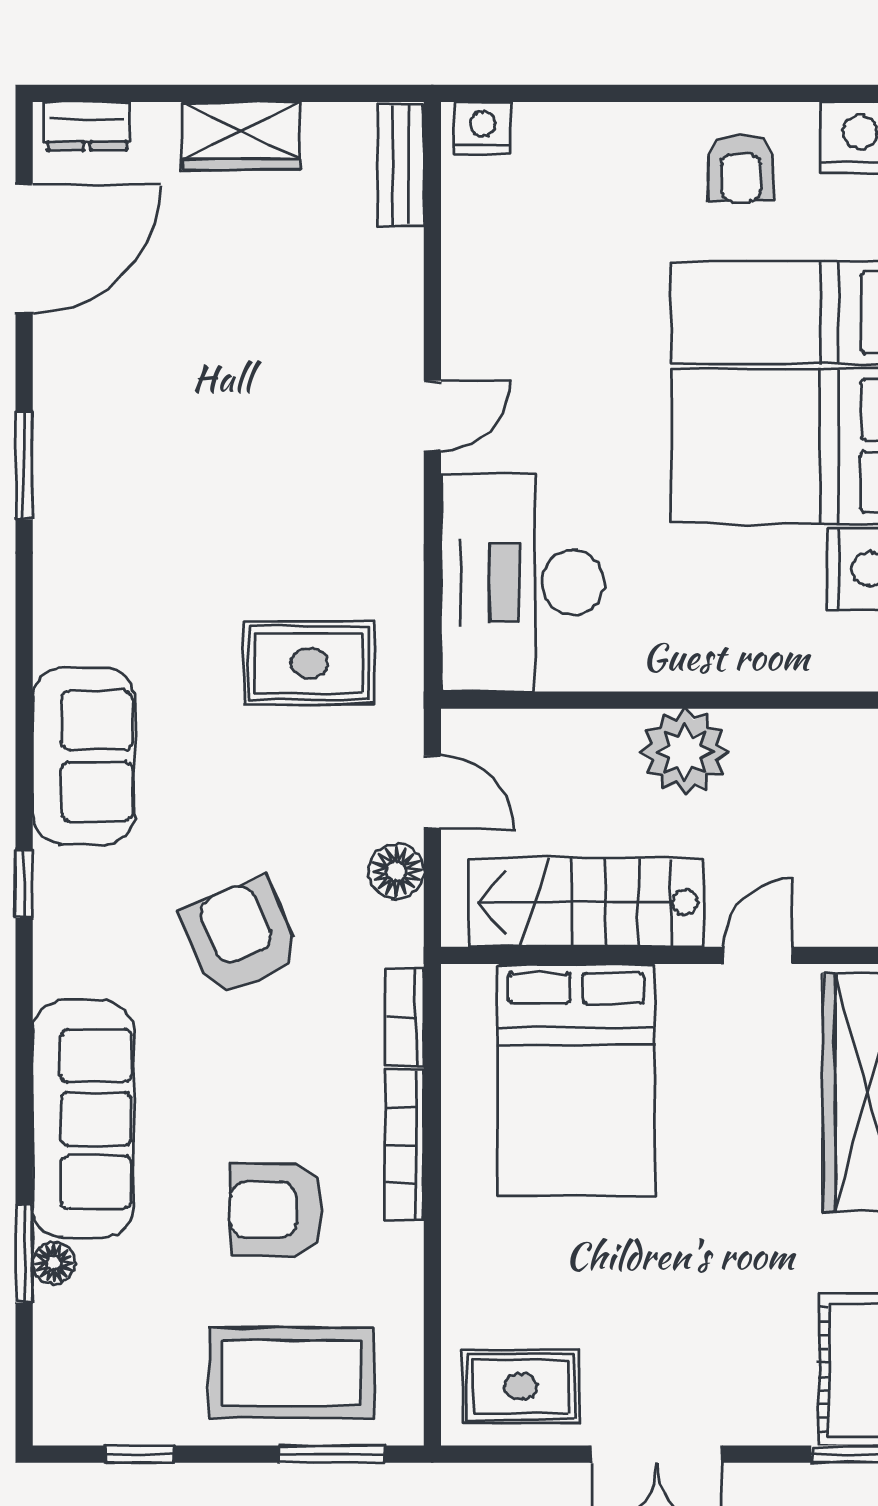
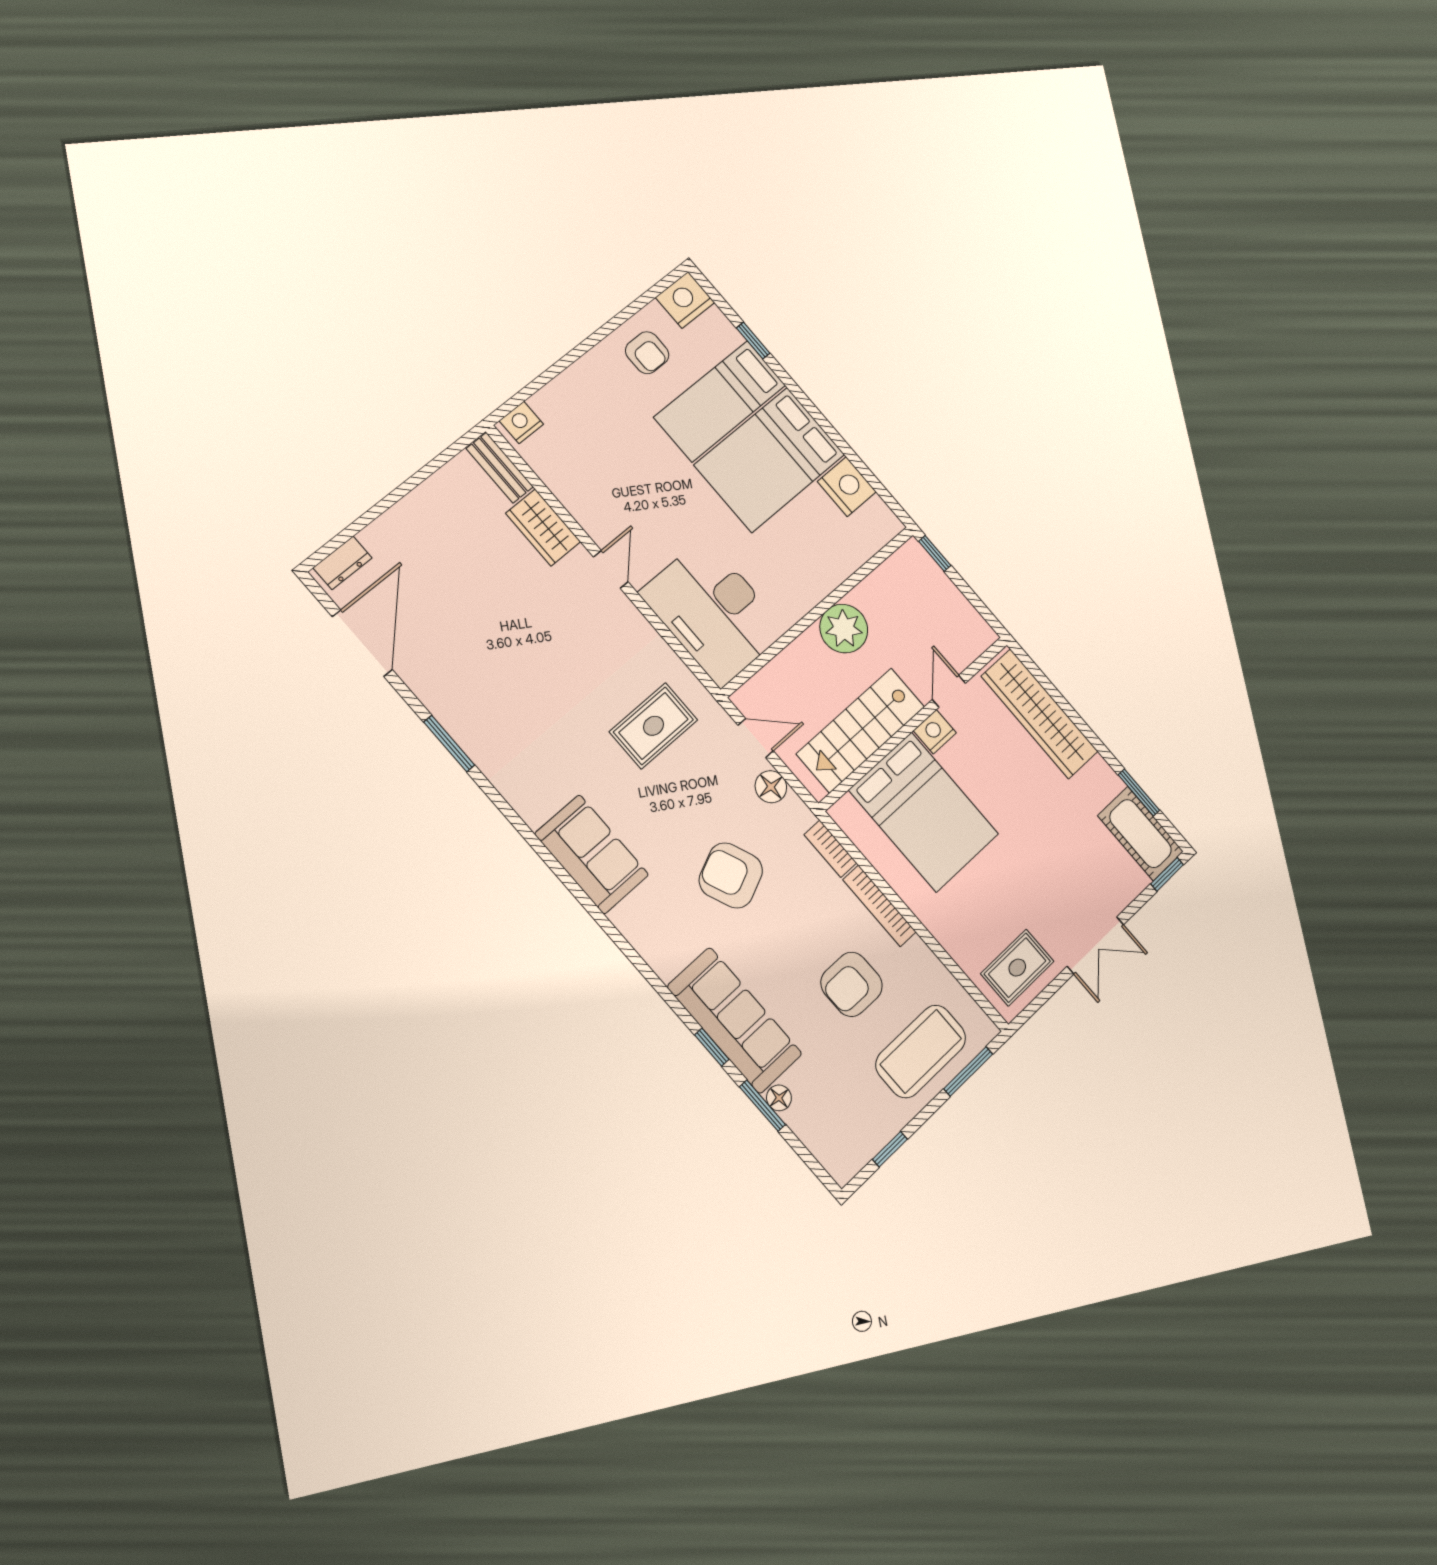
wardrobe: (241, 136) -> (543, 528), moved, turned 90
window: (24, 884) -> (712, 1047), moved
nightstand: (689, 991) -> (935, 732), added

